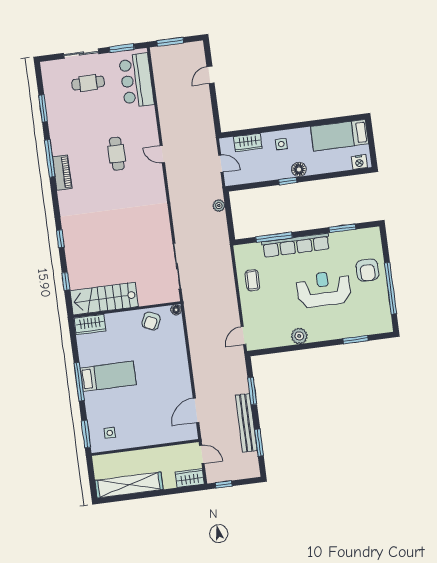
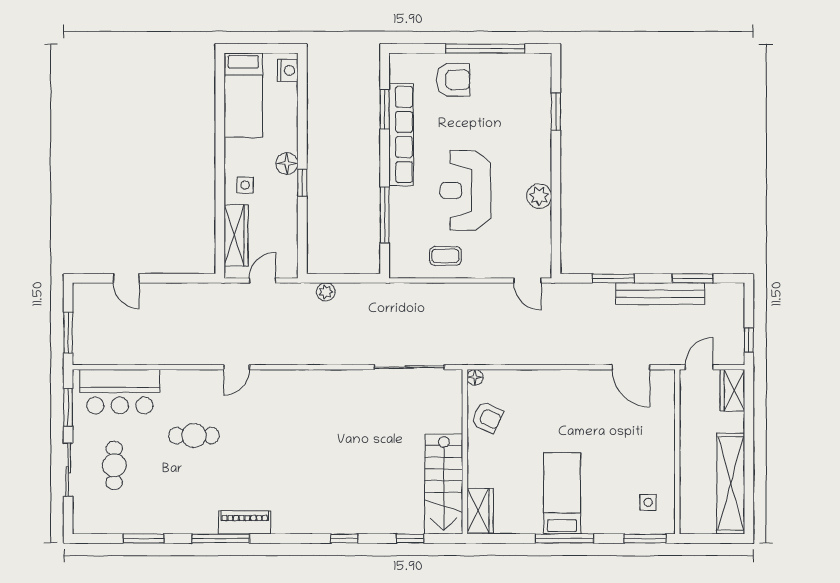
wardrobe: (248, 143) -> (236, 235), width x1.50
cafe table: (117, 154) -> (194, 436), moved
row of seats: (296, 245) -> (401, 134), moved
reception desk: (324, 289) -> (465, 190), moved

